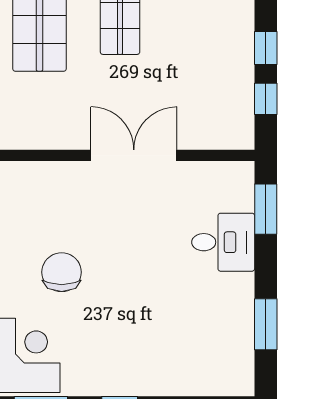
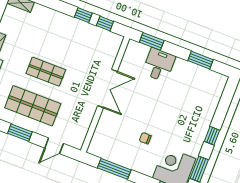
double door: (134, 155) -> (107, 89), swing flipped
chair: (62, 272) -> (145, 138), width x0.54, depth x0.54

